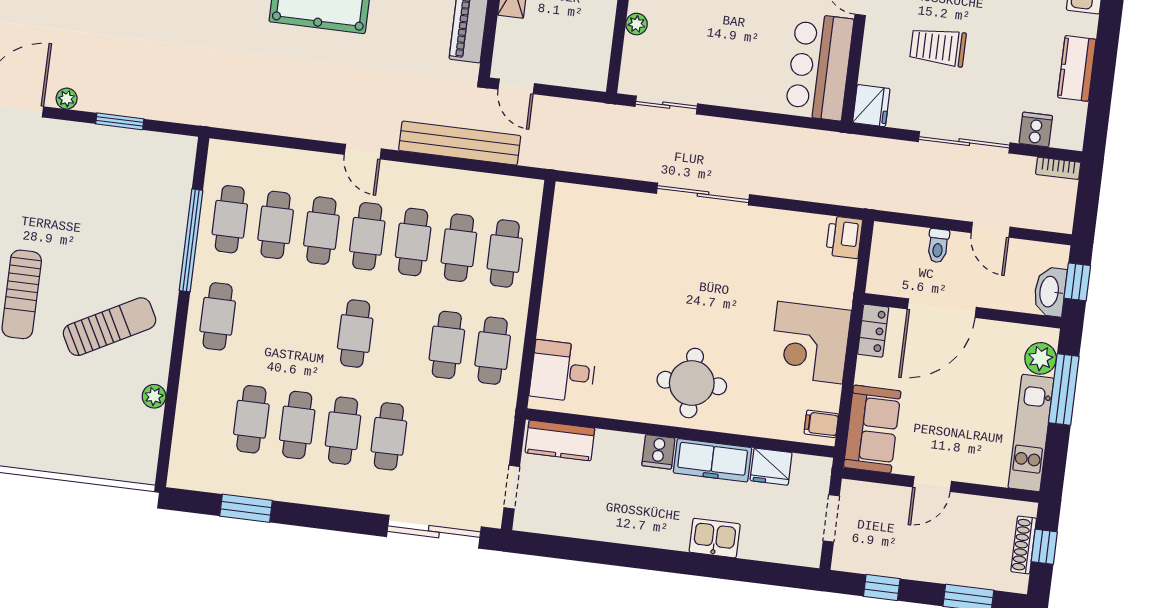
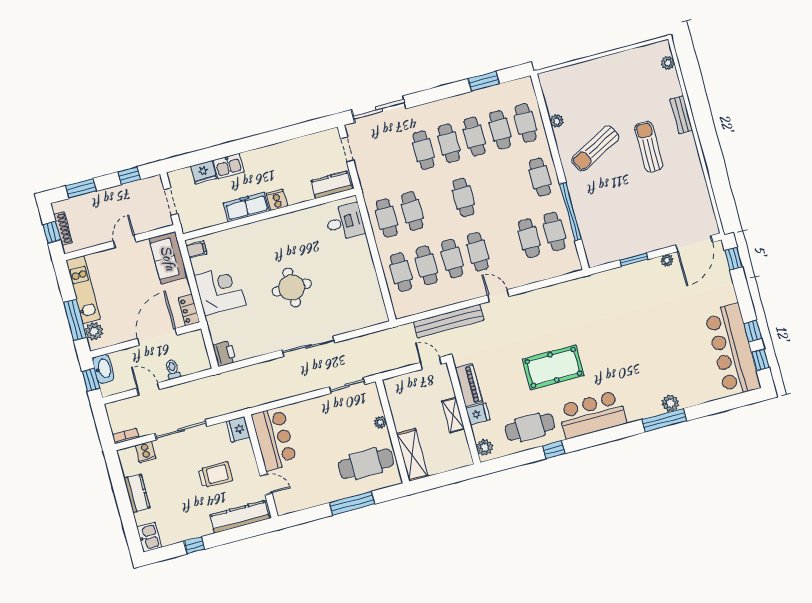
cafe table: (321, 231) -> (526, 123), moved
round table: (692, 383) -> (292, 287), moved
fridge: (771, 467) -> (203, 172), moved, turned 180

